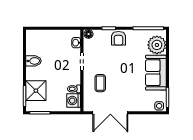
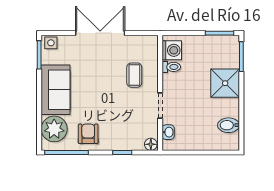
armchair: (118, 38) -> (88, 134), moved
bidet: (33, 61) -> (229, 125), moved
shower: (36, 91) -> (225, 83), moved
double door: (110, 113) -> (100, 33), moved

